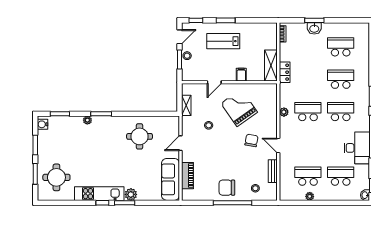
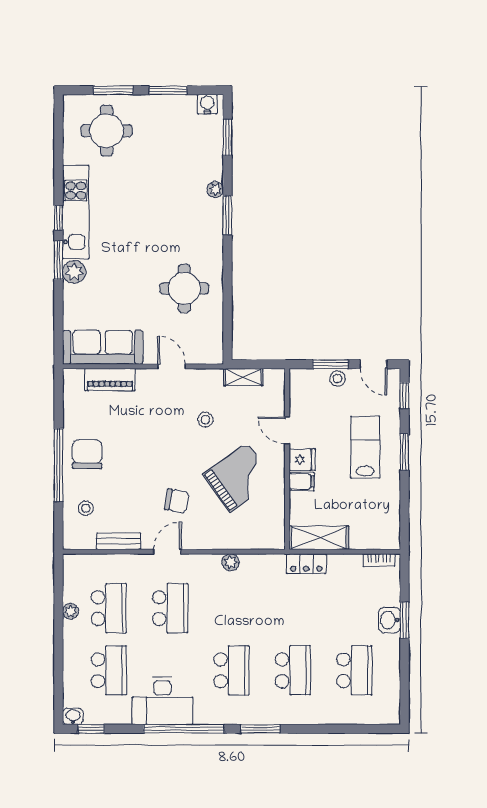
fridge: (230, 74) -> (302, 460), added
school desk: (308, 112) -> (170, 608), moved

